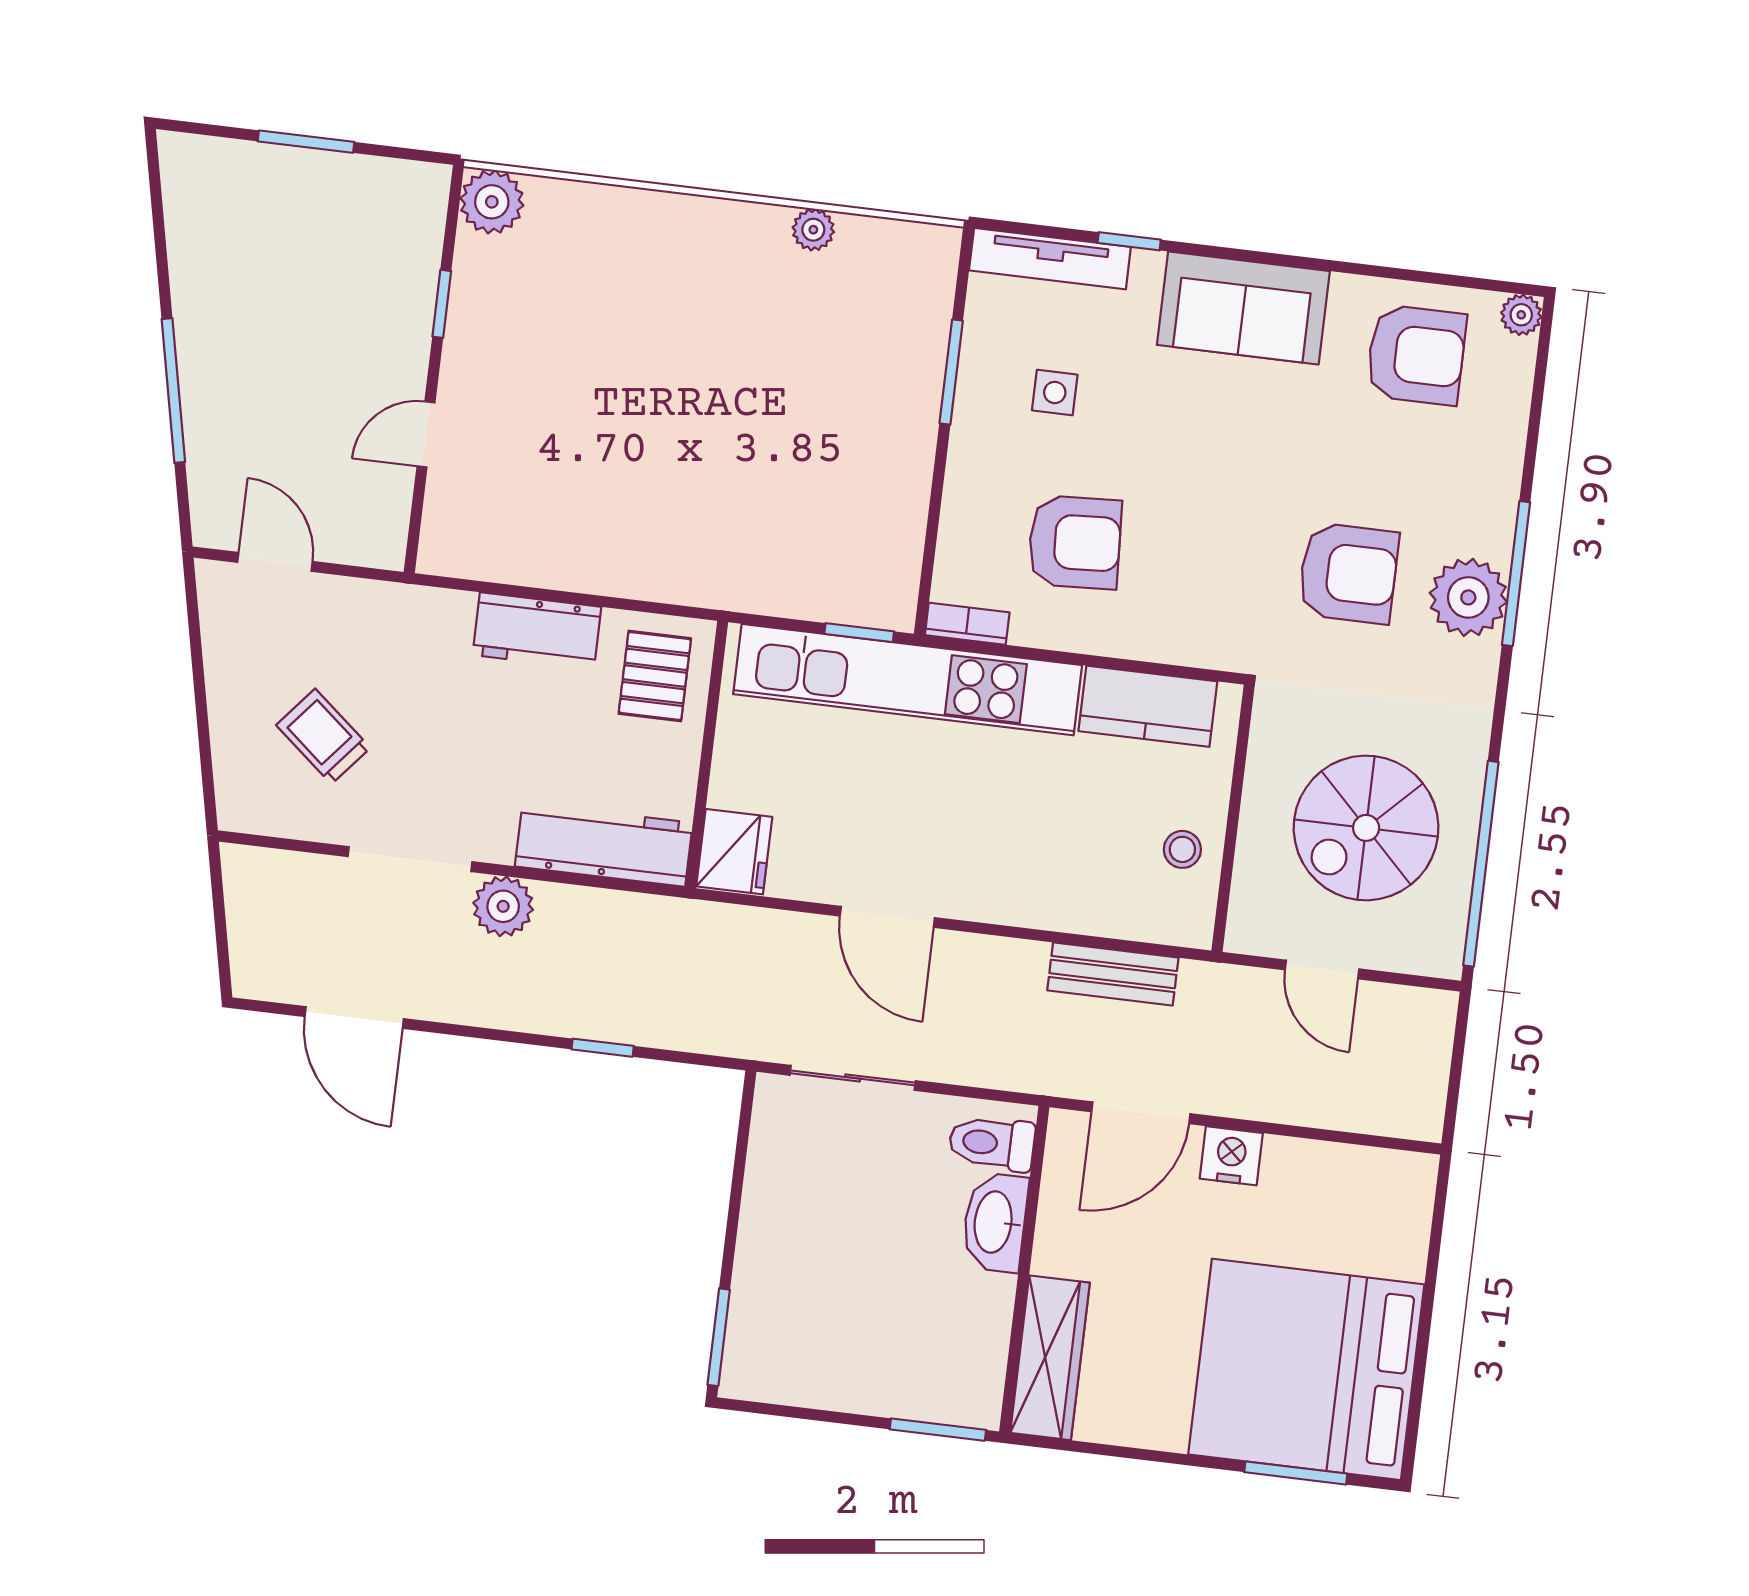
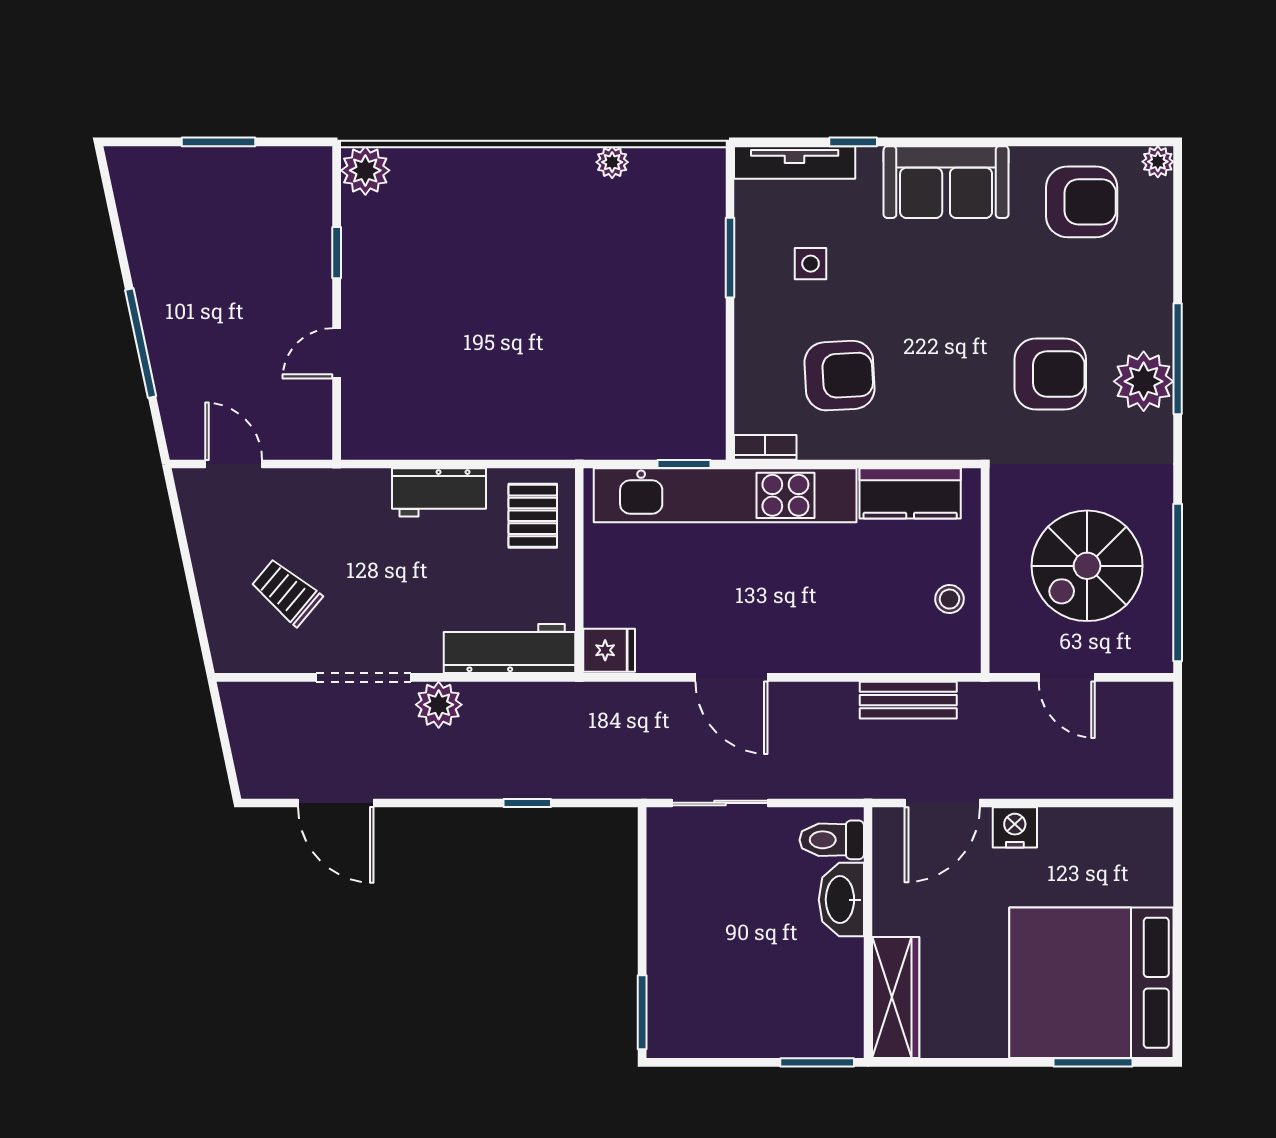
fridge: (734, 852) -> (609, 650), width x0.72

